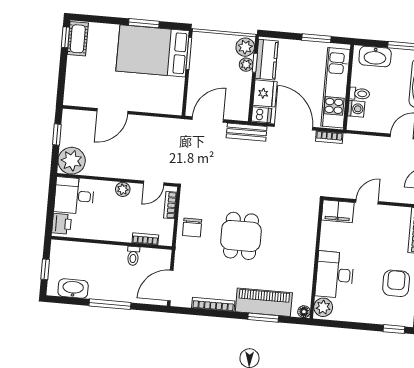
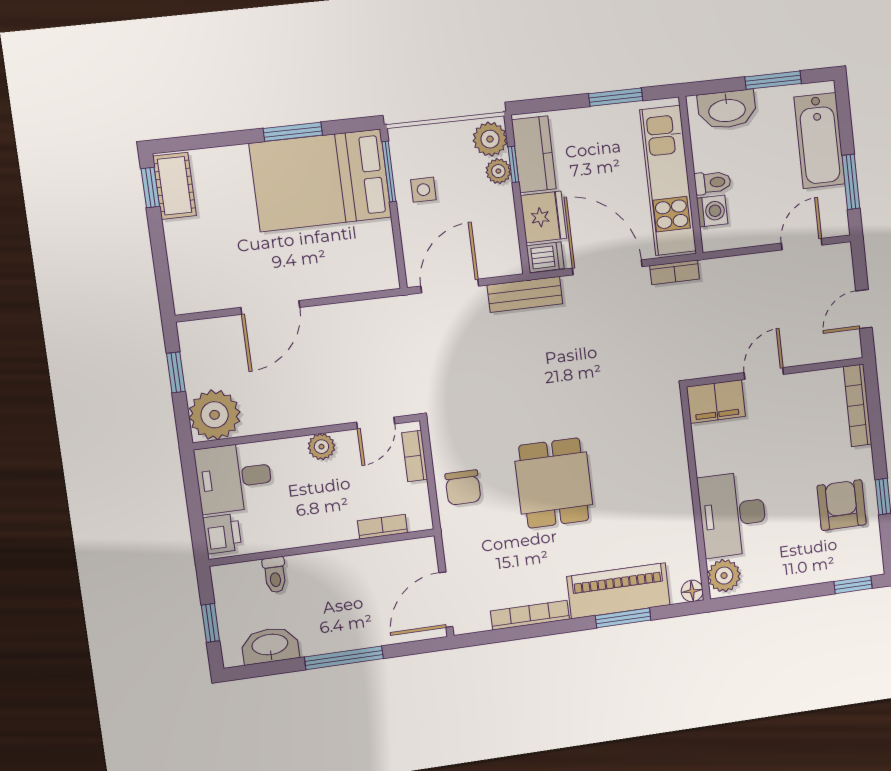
side table: (205, 66) -> (423, 190), added
toilet: (133, 256) -> (275, 575), moved

